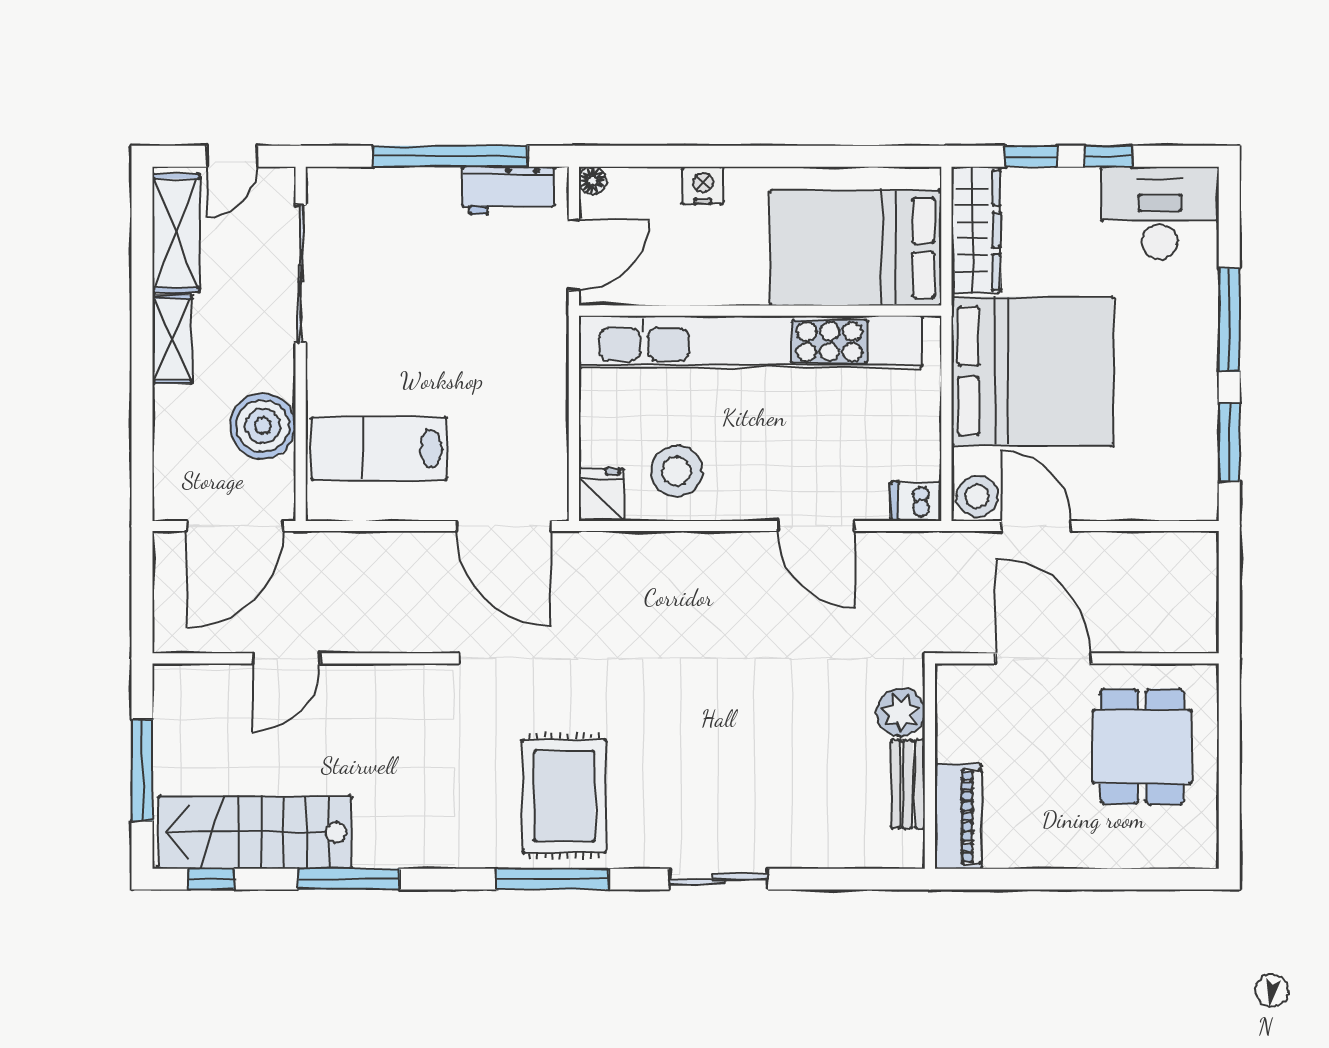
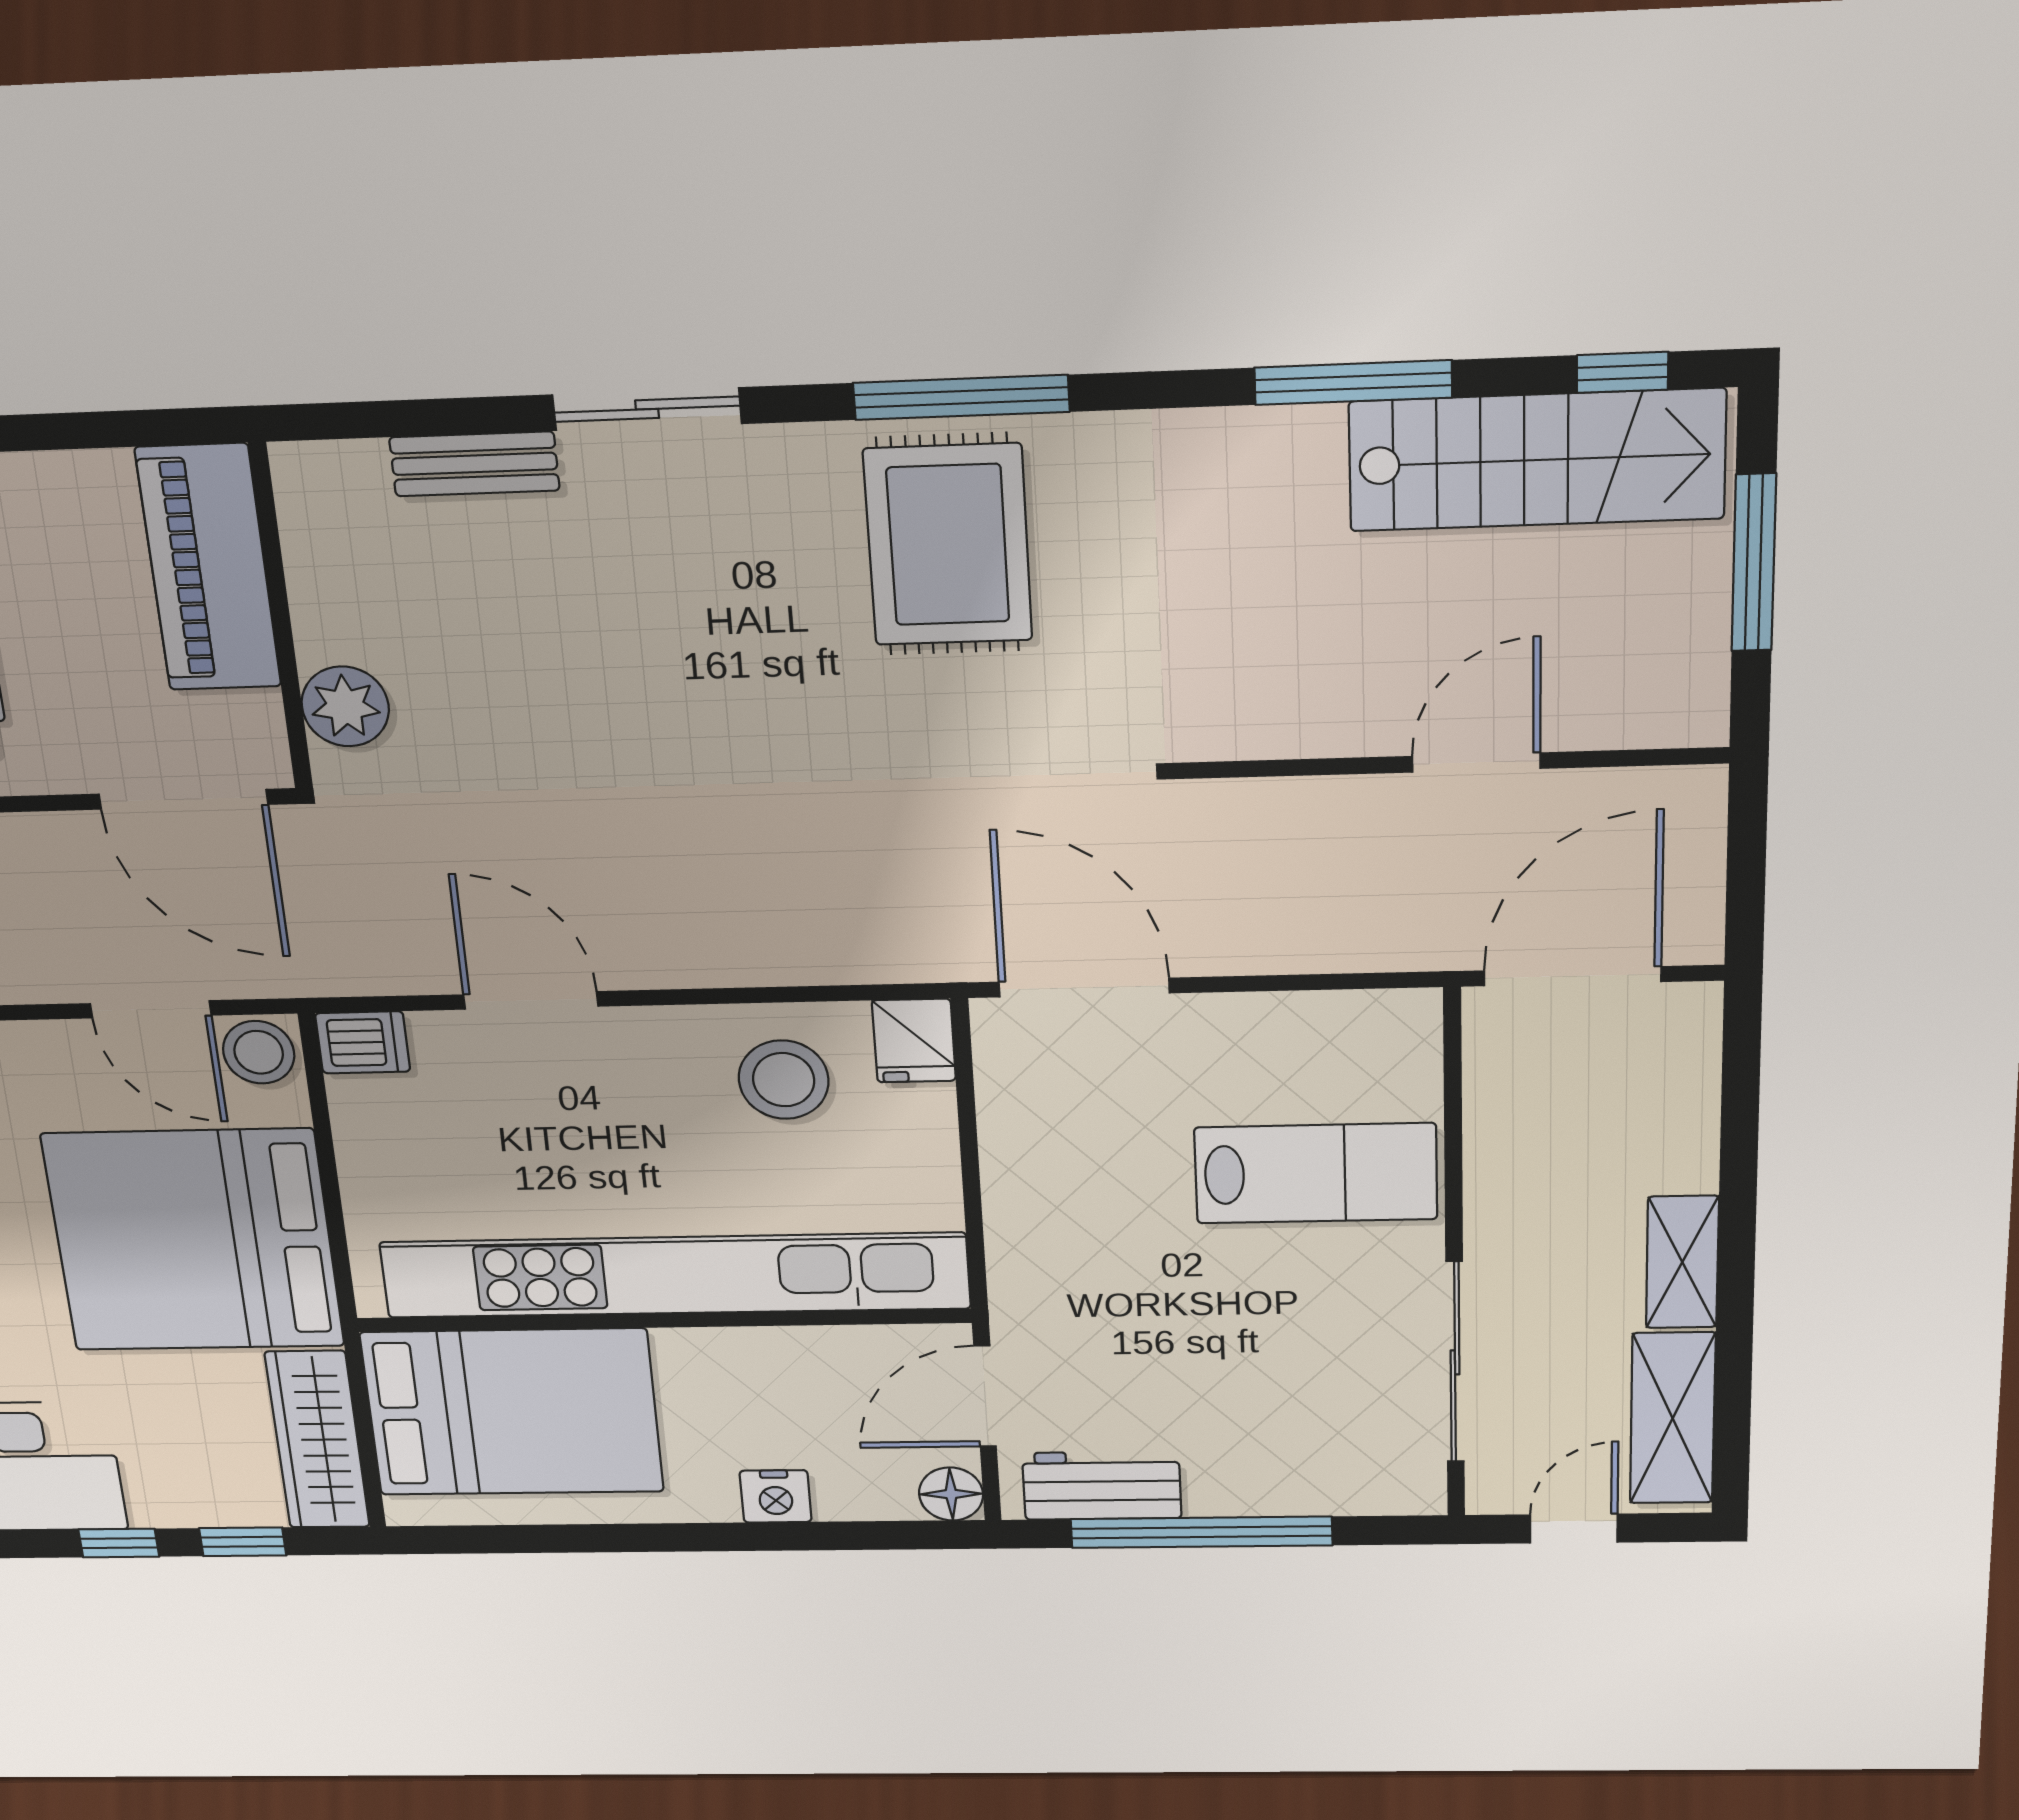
floor lamp: (593, 181) -> (951, 1494), width x1.37, depth x1.37
boiler: (263, 426) -> (1521, 1134), removed
lab bench: (379, 449) -> (1316, 1173), moved
door: (1044, 658) -> (183, 799), moved
bench: (908, 784) -> (474, 464), moved, turned 90
piano: (958, 816) -> (208, 568), width x1.37, depth x1.33

